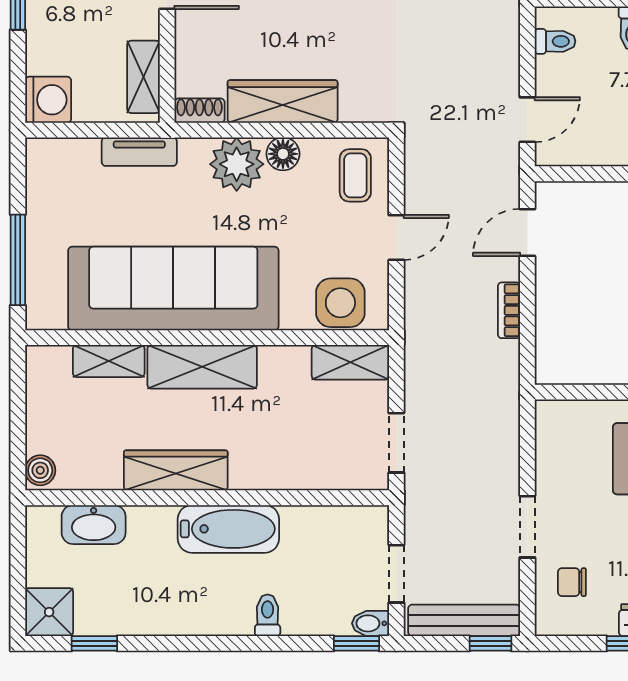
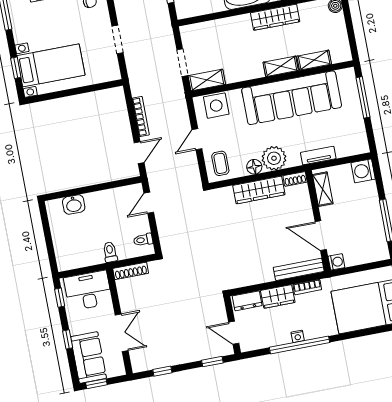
bookcase: (509, 310) -> (141, 117), width x1.56
shelving: (202, 367) -> (281, 66), width x0.67, depth x0.75
doorway: (396, 443) -> (182, 63), moved
doorway: (527, 527) -> (118, 40), moved

